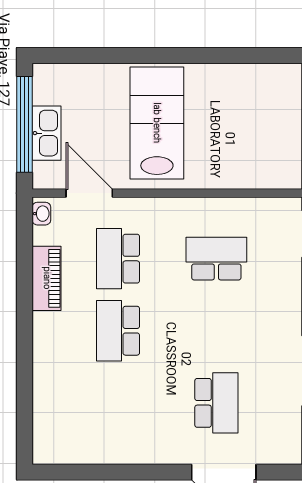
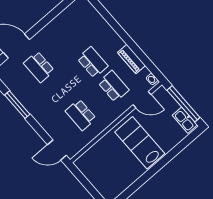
lab bench: (157, 123) -> (140, 143), turned 180
kitchen sink: (46, 133) -> (185, 120), moved
school desk: (216, 259) -> (81, 115), turned 90

